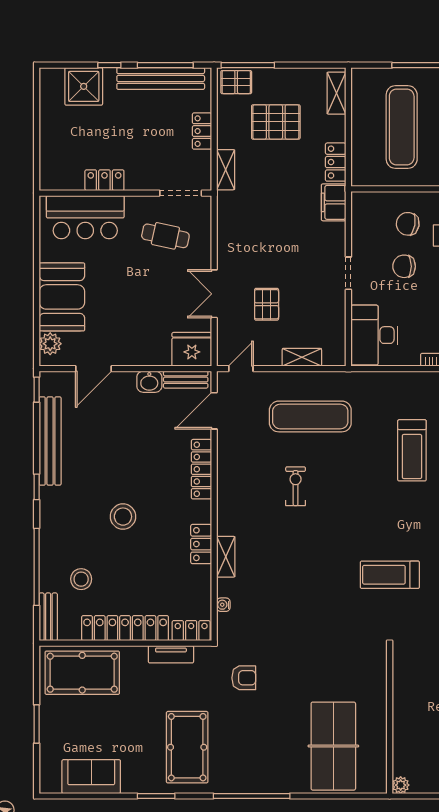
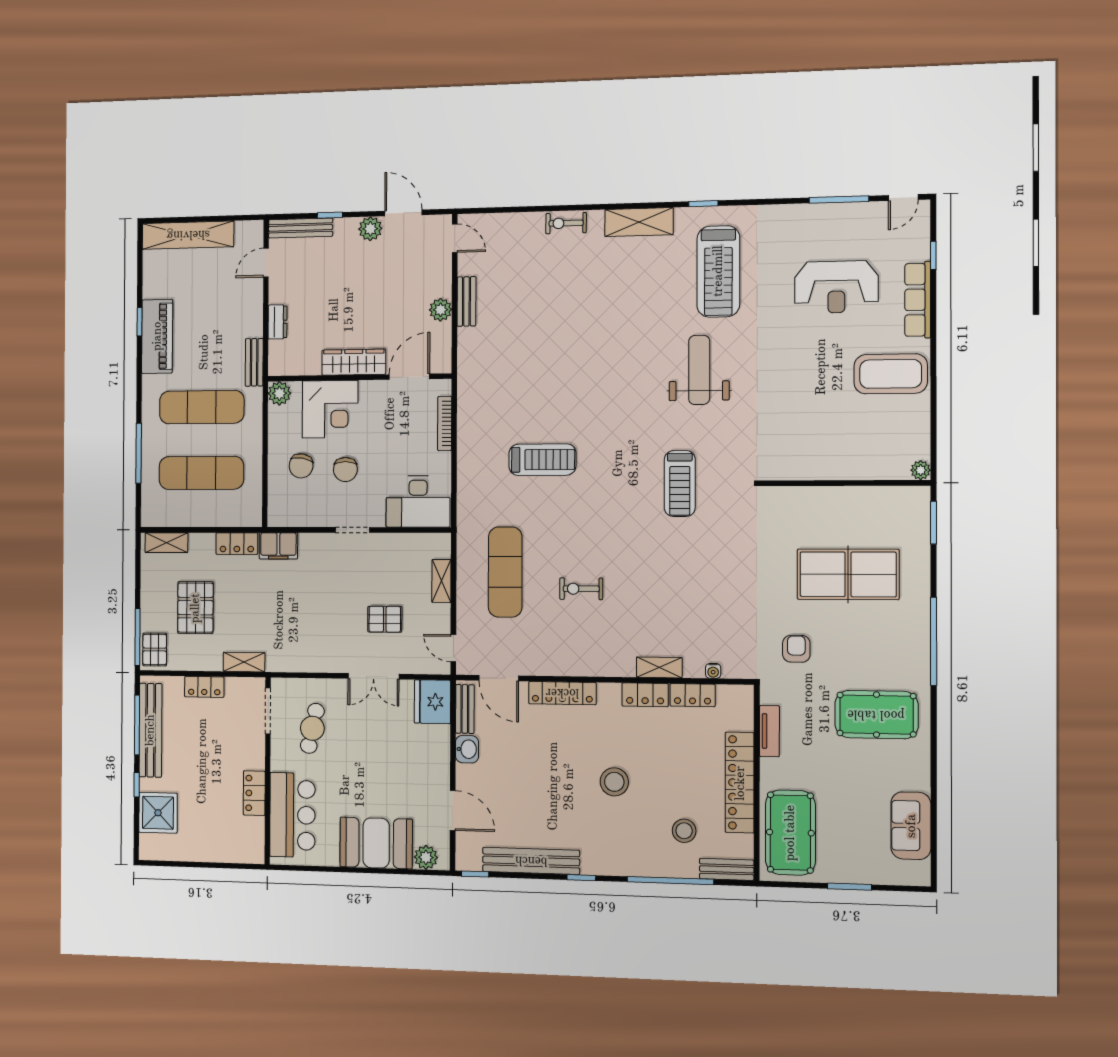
locker: (191, 631) -> (693, 695), moved, turned -90
table tennis table: (333, 746) -> (848, 574), moved
window: (156, 796) -> (933, 523), moved

